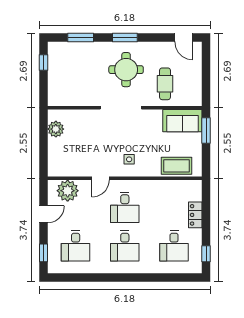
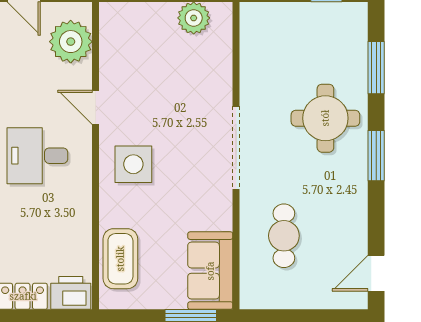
round table: (126, 70) -> (325, 118), moved
cafe table: (165, 84) -> (284, 236), turned 90
side table: (129, 159) -> (133, 164), width x1.87, depth x1.87
printer: (194, 191) -> (71, 293), added

